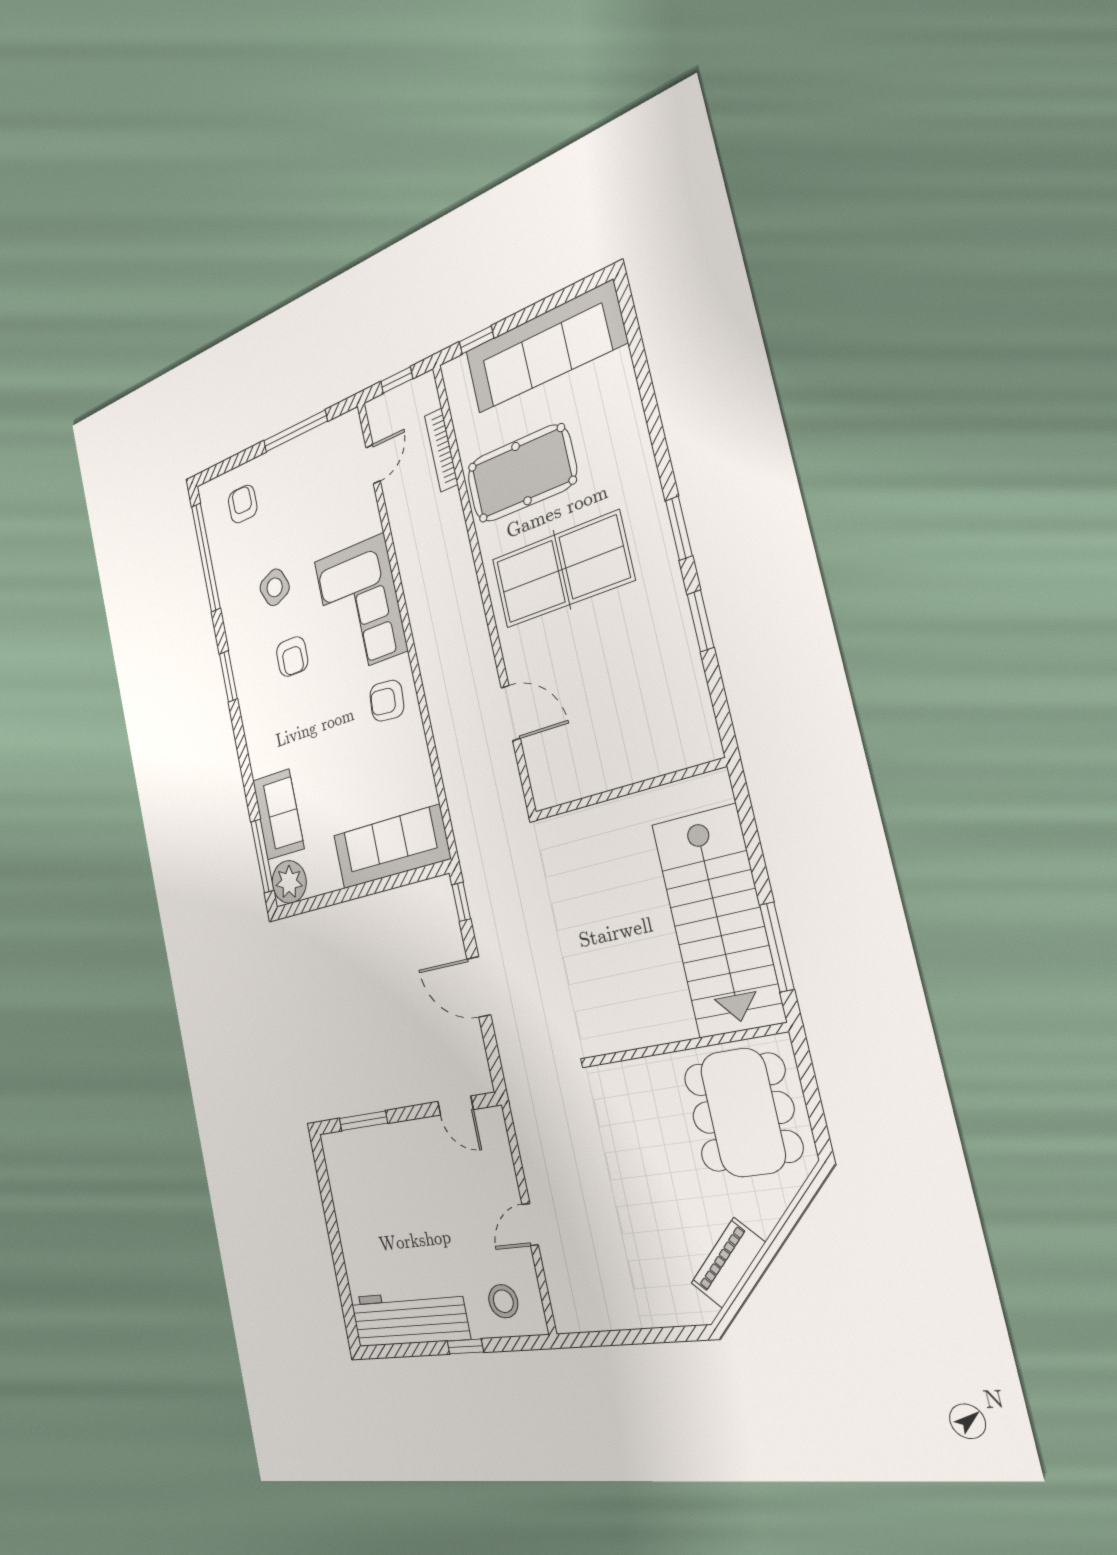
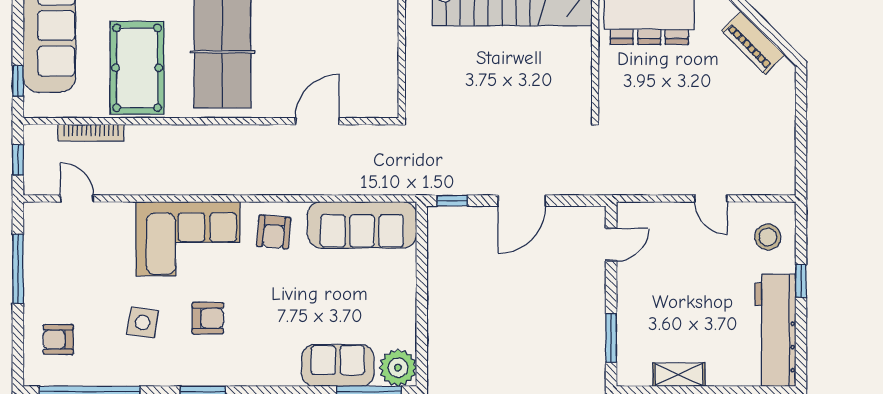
side table: (275, 587) -> (143, 323), turned 32
sofa: (391, 847) -> (362, 225), moved, turned -90
shelving: (344, 1206) -> (679, 375), added

